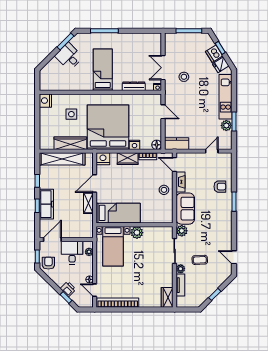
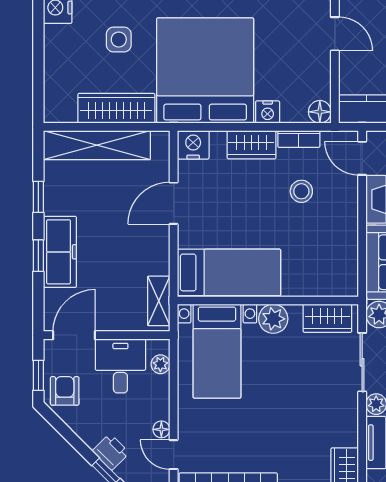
stool: (164, 190) -> (301, 191), moved
shelving: (88, 203) -> (159, 301), moved
wardrobe: (160, 232) -> (327, 318), added

